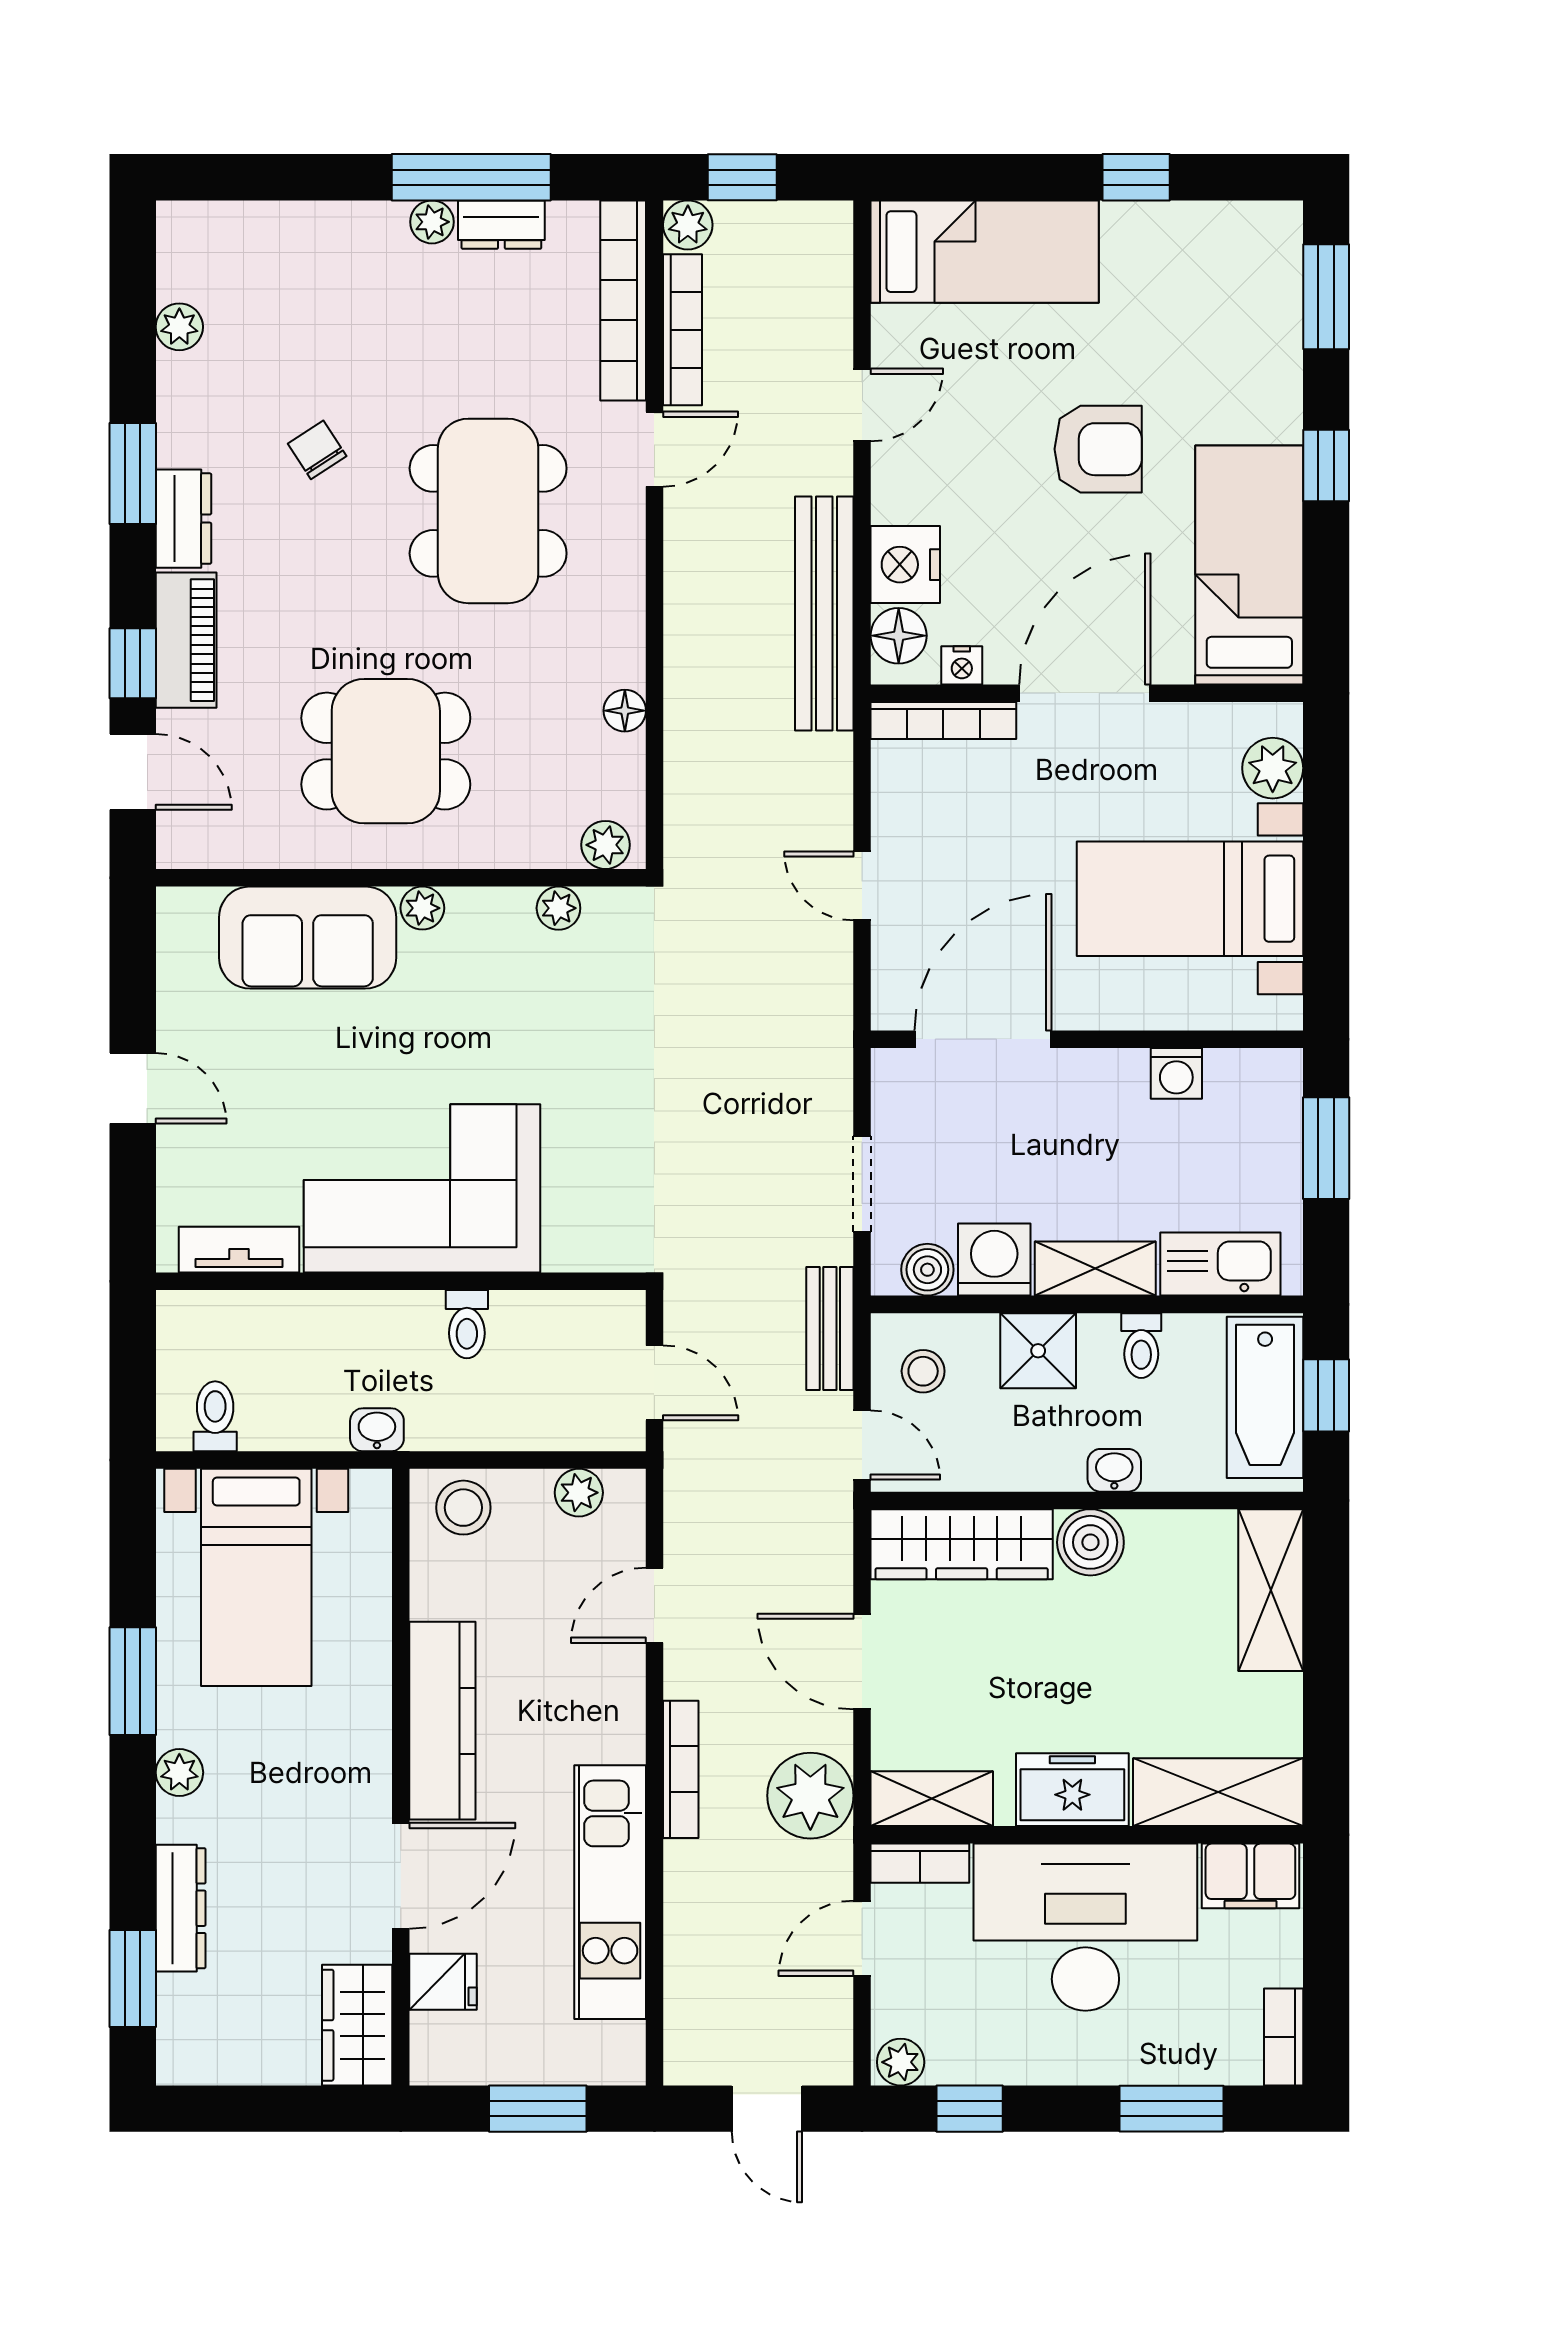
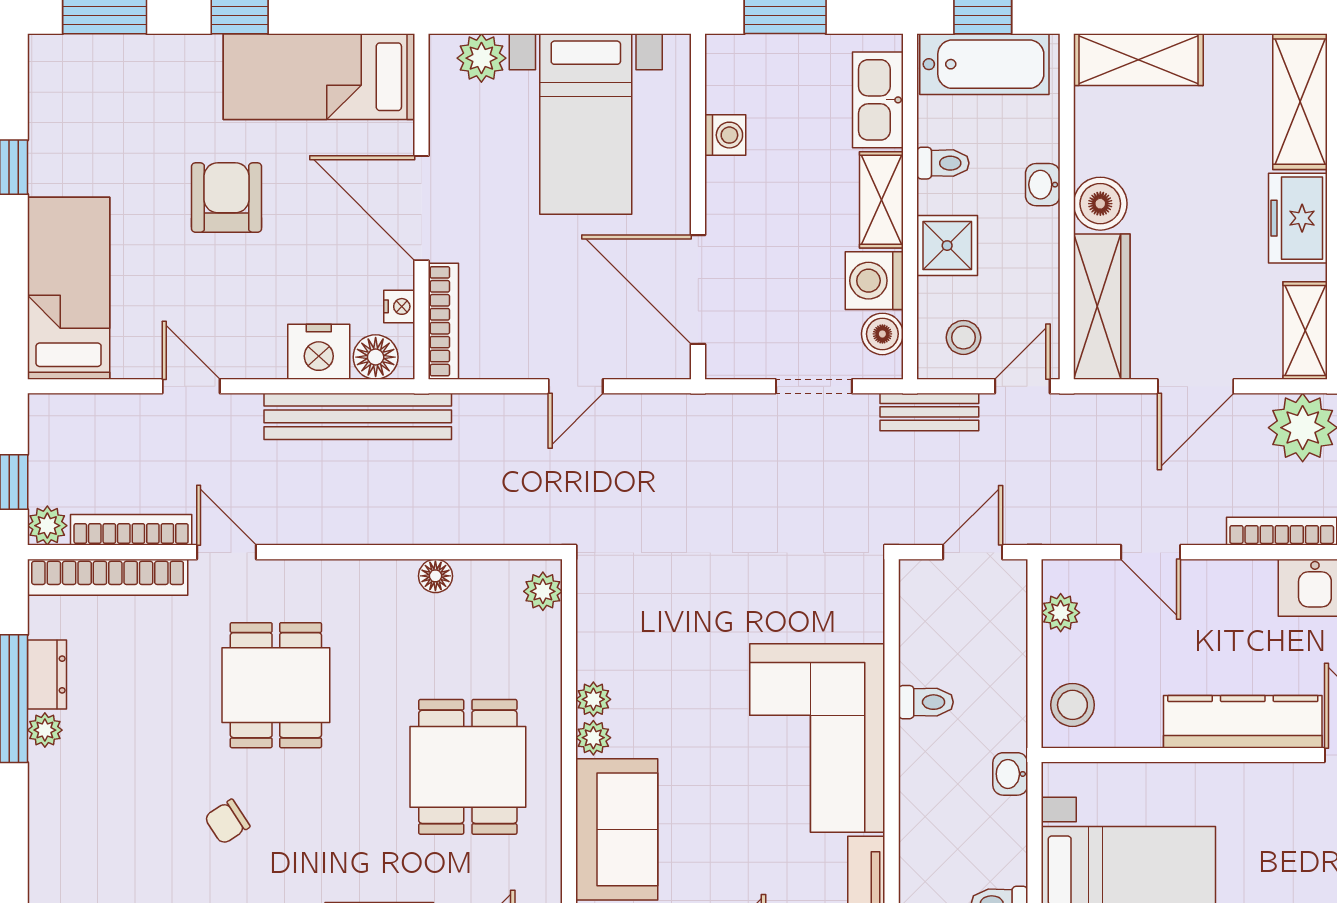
dining table: (488, 511) -> (276, 685), width x0.73
plant: (558, 908) -> (593, 699), moved

